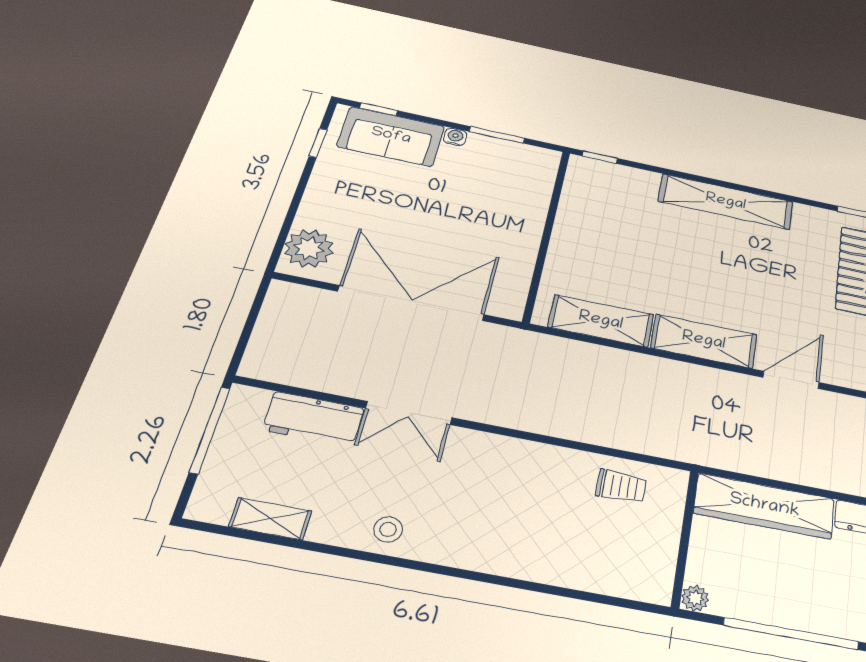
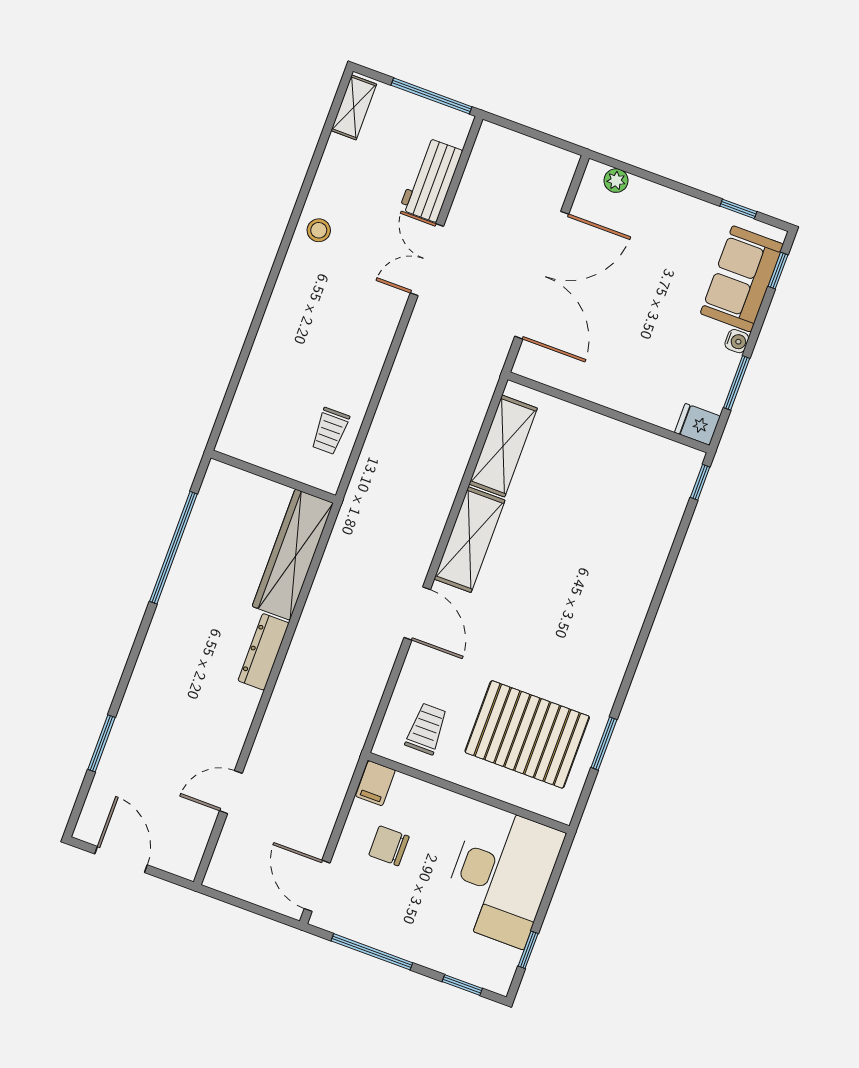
fridge: (544, 162) -> (697, 424), added
shelving: (726, 202) -> (632, 601), removed
plant: (309, 248) -> (616, 181), width x0.53, depth x0.53
shelving: (270, 519) -> (354, 107), moved
plant: (695, 598) -> (218, 473), removed

